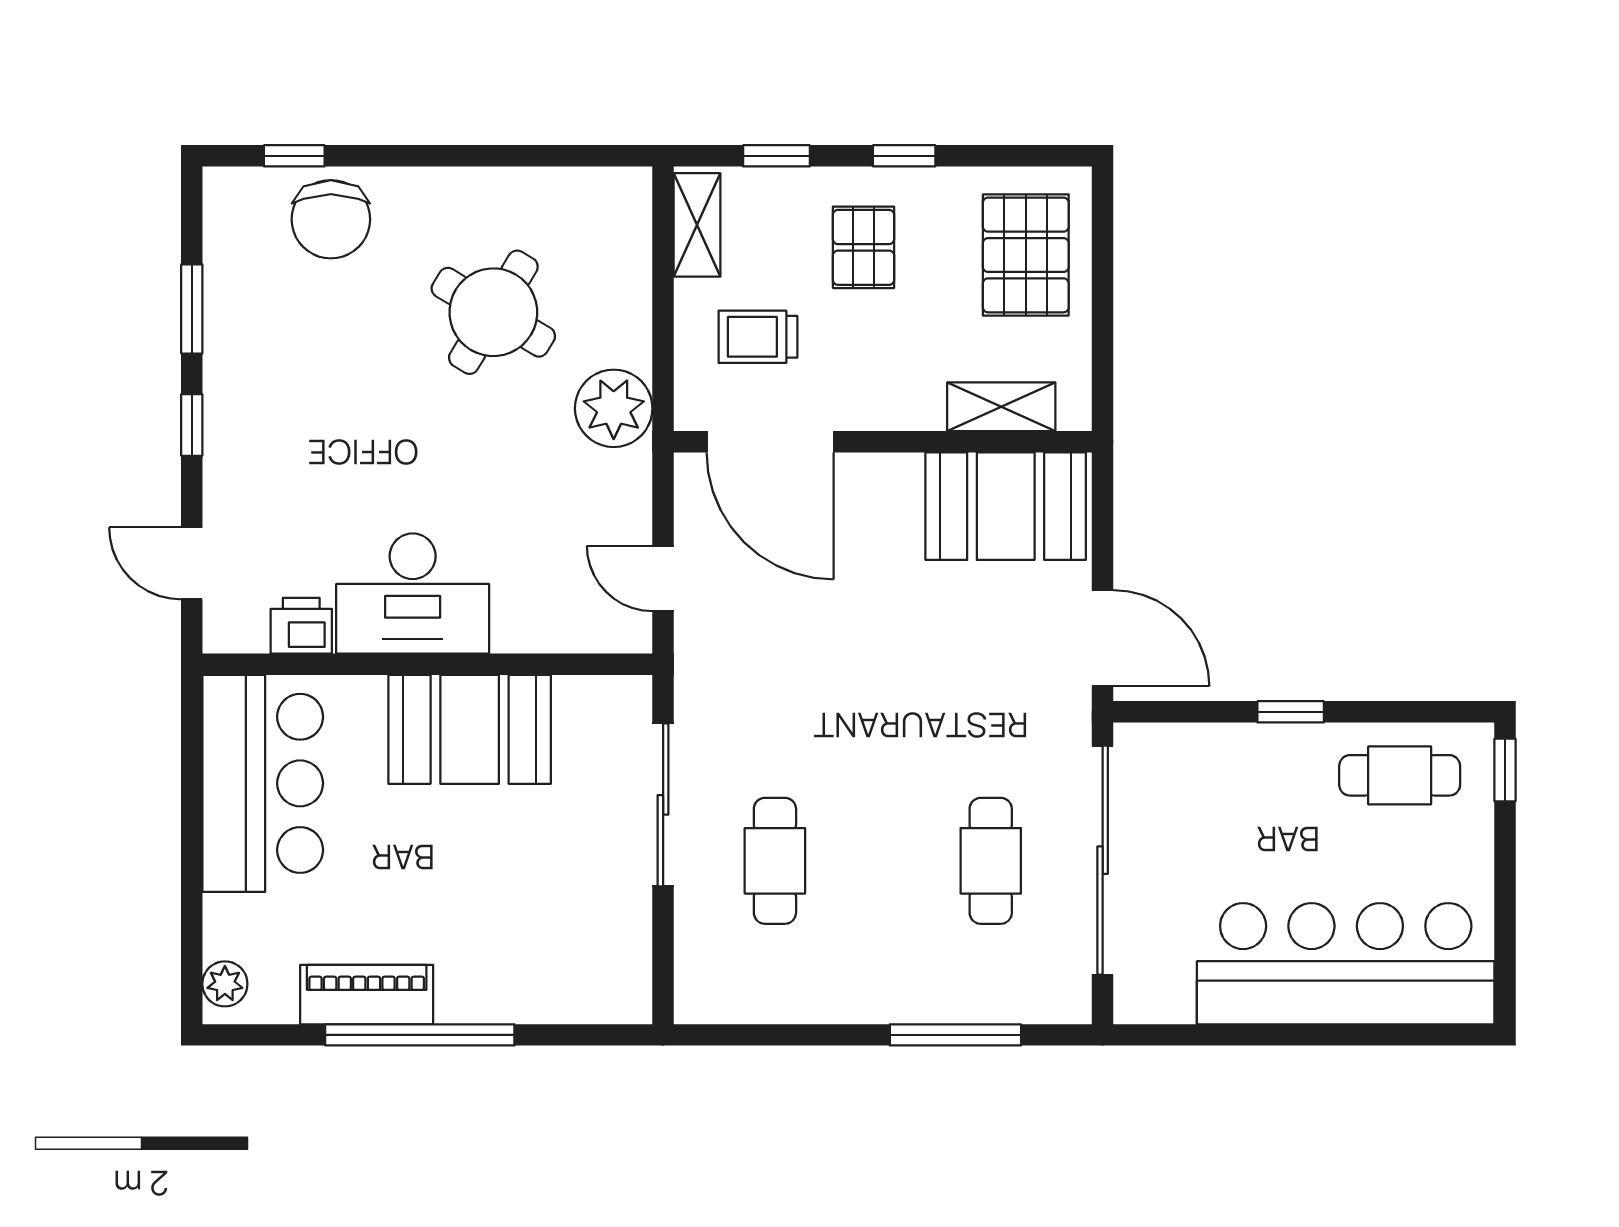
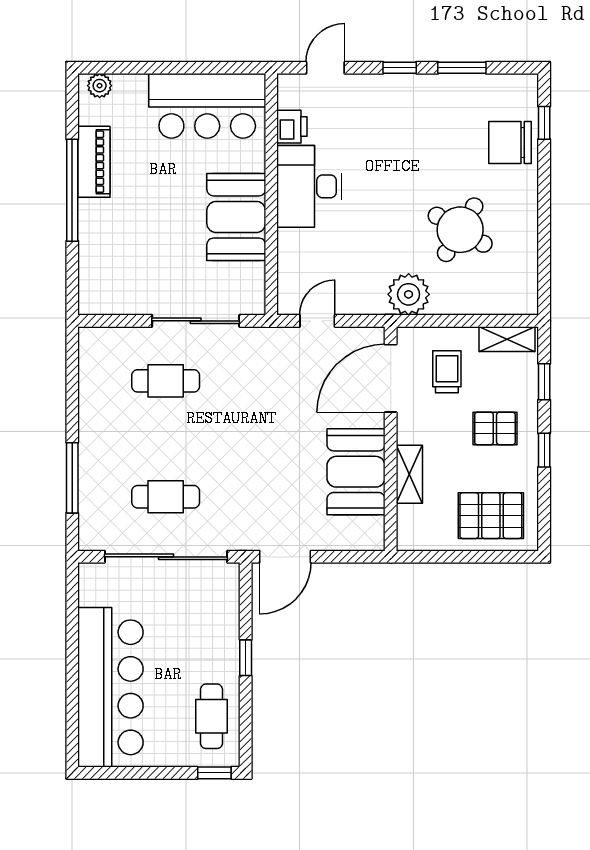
shelving: (1001, 407) -> (409, 474), moved
booth: (1006, 506) -> (356, 472), moved

